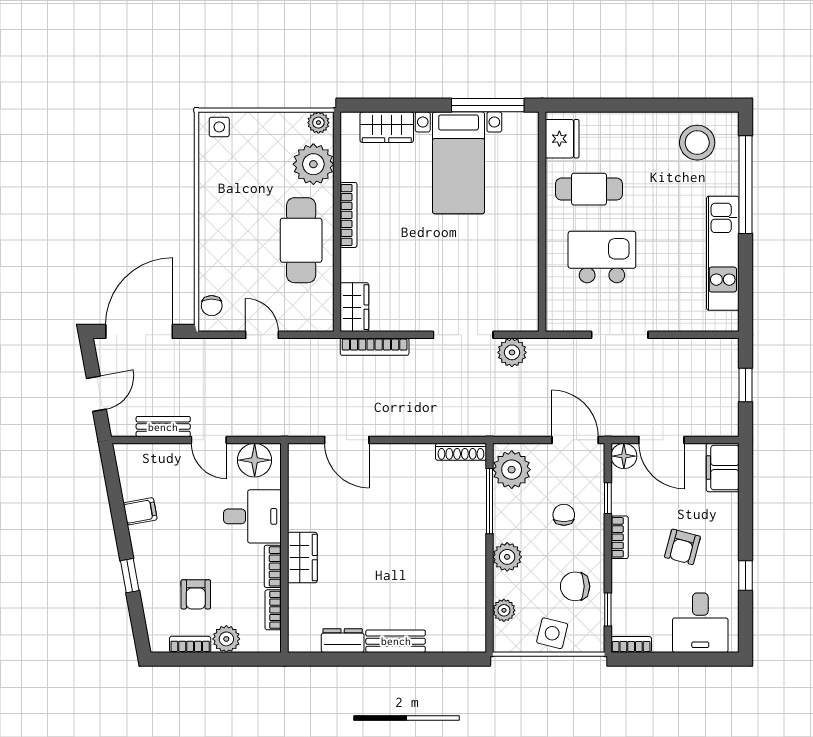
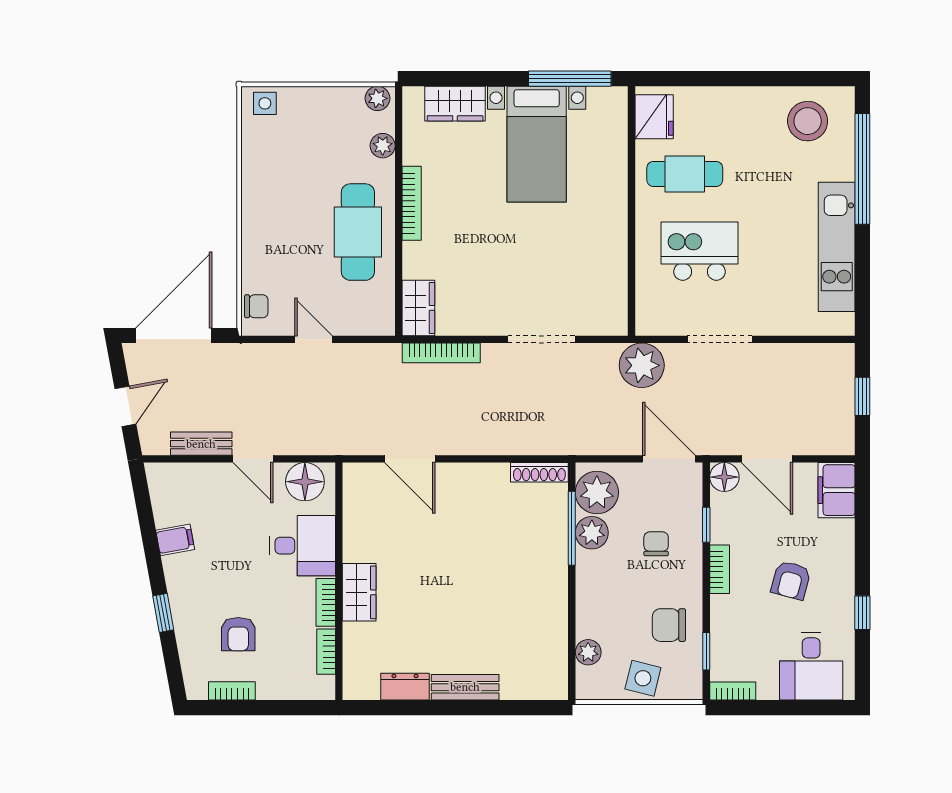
plant: (313, 164) -> (383, 146), width x0.53, depth x0.53
chair: (212, 306) -> (256, 306), turned -90
plant: (512, 352) -> (642, 365), moved, width x1.36, depth x1.36
plant: (507, 557) -> (592, 533), moved
plant: (226, 639) -> (273, 685), removed

